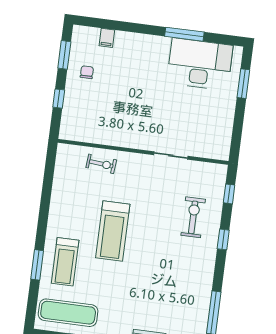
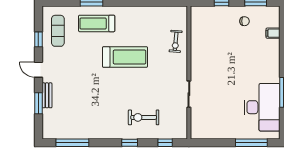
window: (243, 84) -> (251, 143), width x1.44
exercise bike: (193, 217) -> (144, 117), turned 180
treadmill: (113, 231) -> (125, 57), turned 180
exercise mat: (68, 313) -> (58, 31), width x0.73, depth x0.69

